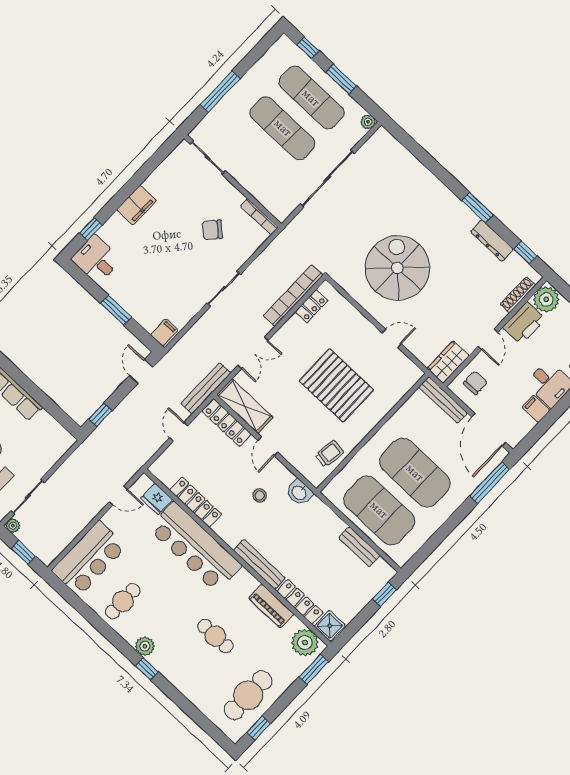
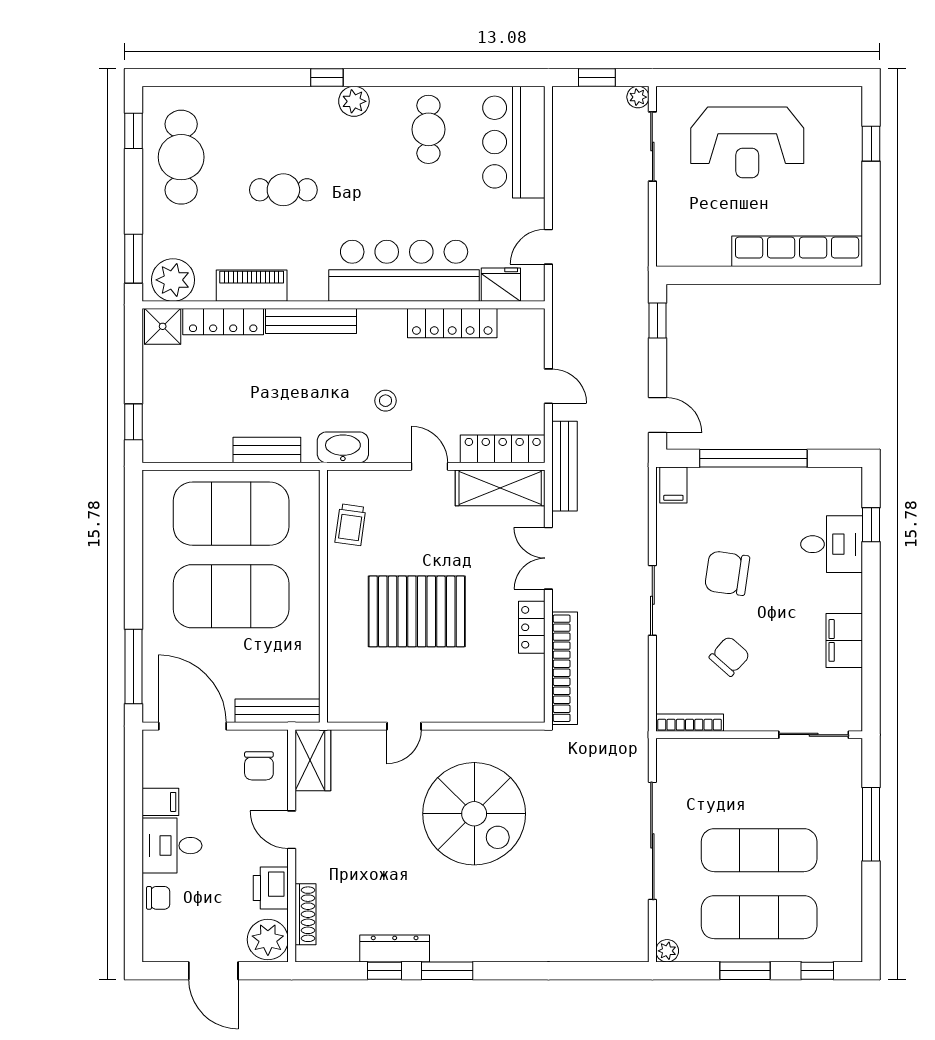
filing cabinet: (136, 205) -> (844, 640), moved
window: (525, 253) -> (384, 971), moved
desk: (96, 259) -> (832, 544), moved
chair: (178, 269) -> (727, 573), added
locker: (311, 306) -> (532, 627), moved
window: (116, 310) -> (753, 458), width x2.11
printer: (524, 323) -> (271, 888), width x0.73, depth x0.84
washbasin: (299, 492) -> (343, 447), width x1.38
bench: (359, 547) -> (267, 450), moved

